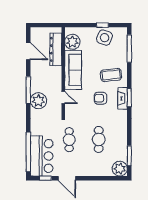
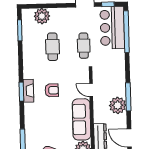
coffee table: (111, 75) -> (41, 115), removed
plant: (38, 101) -> (118, 105), moved
plant: (120, 169) -> (42, 16), moved

